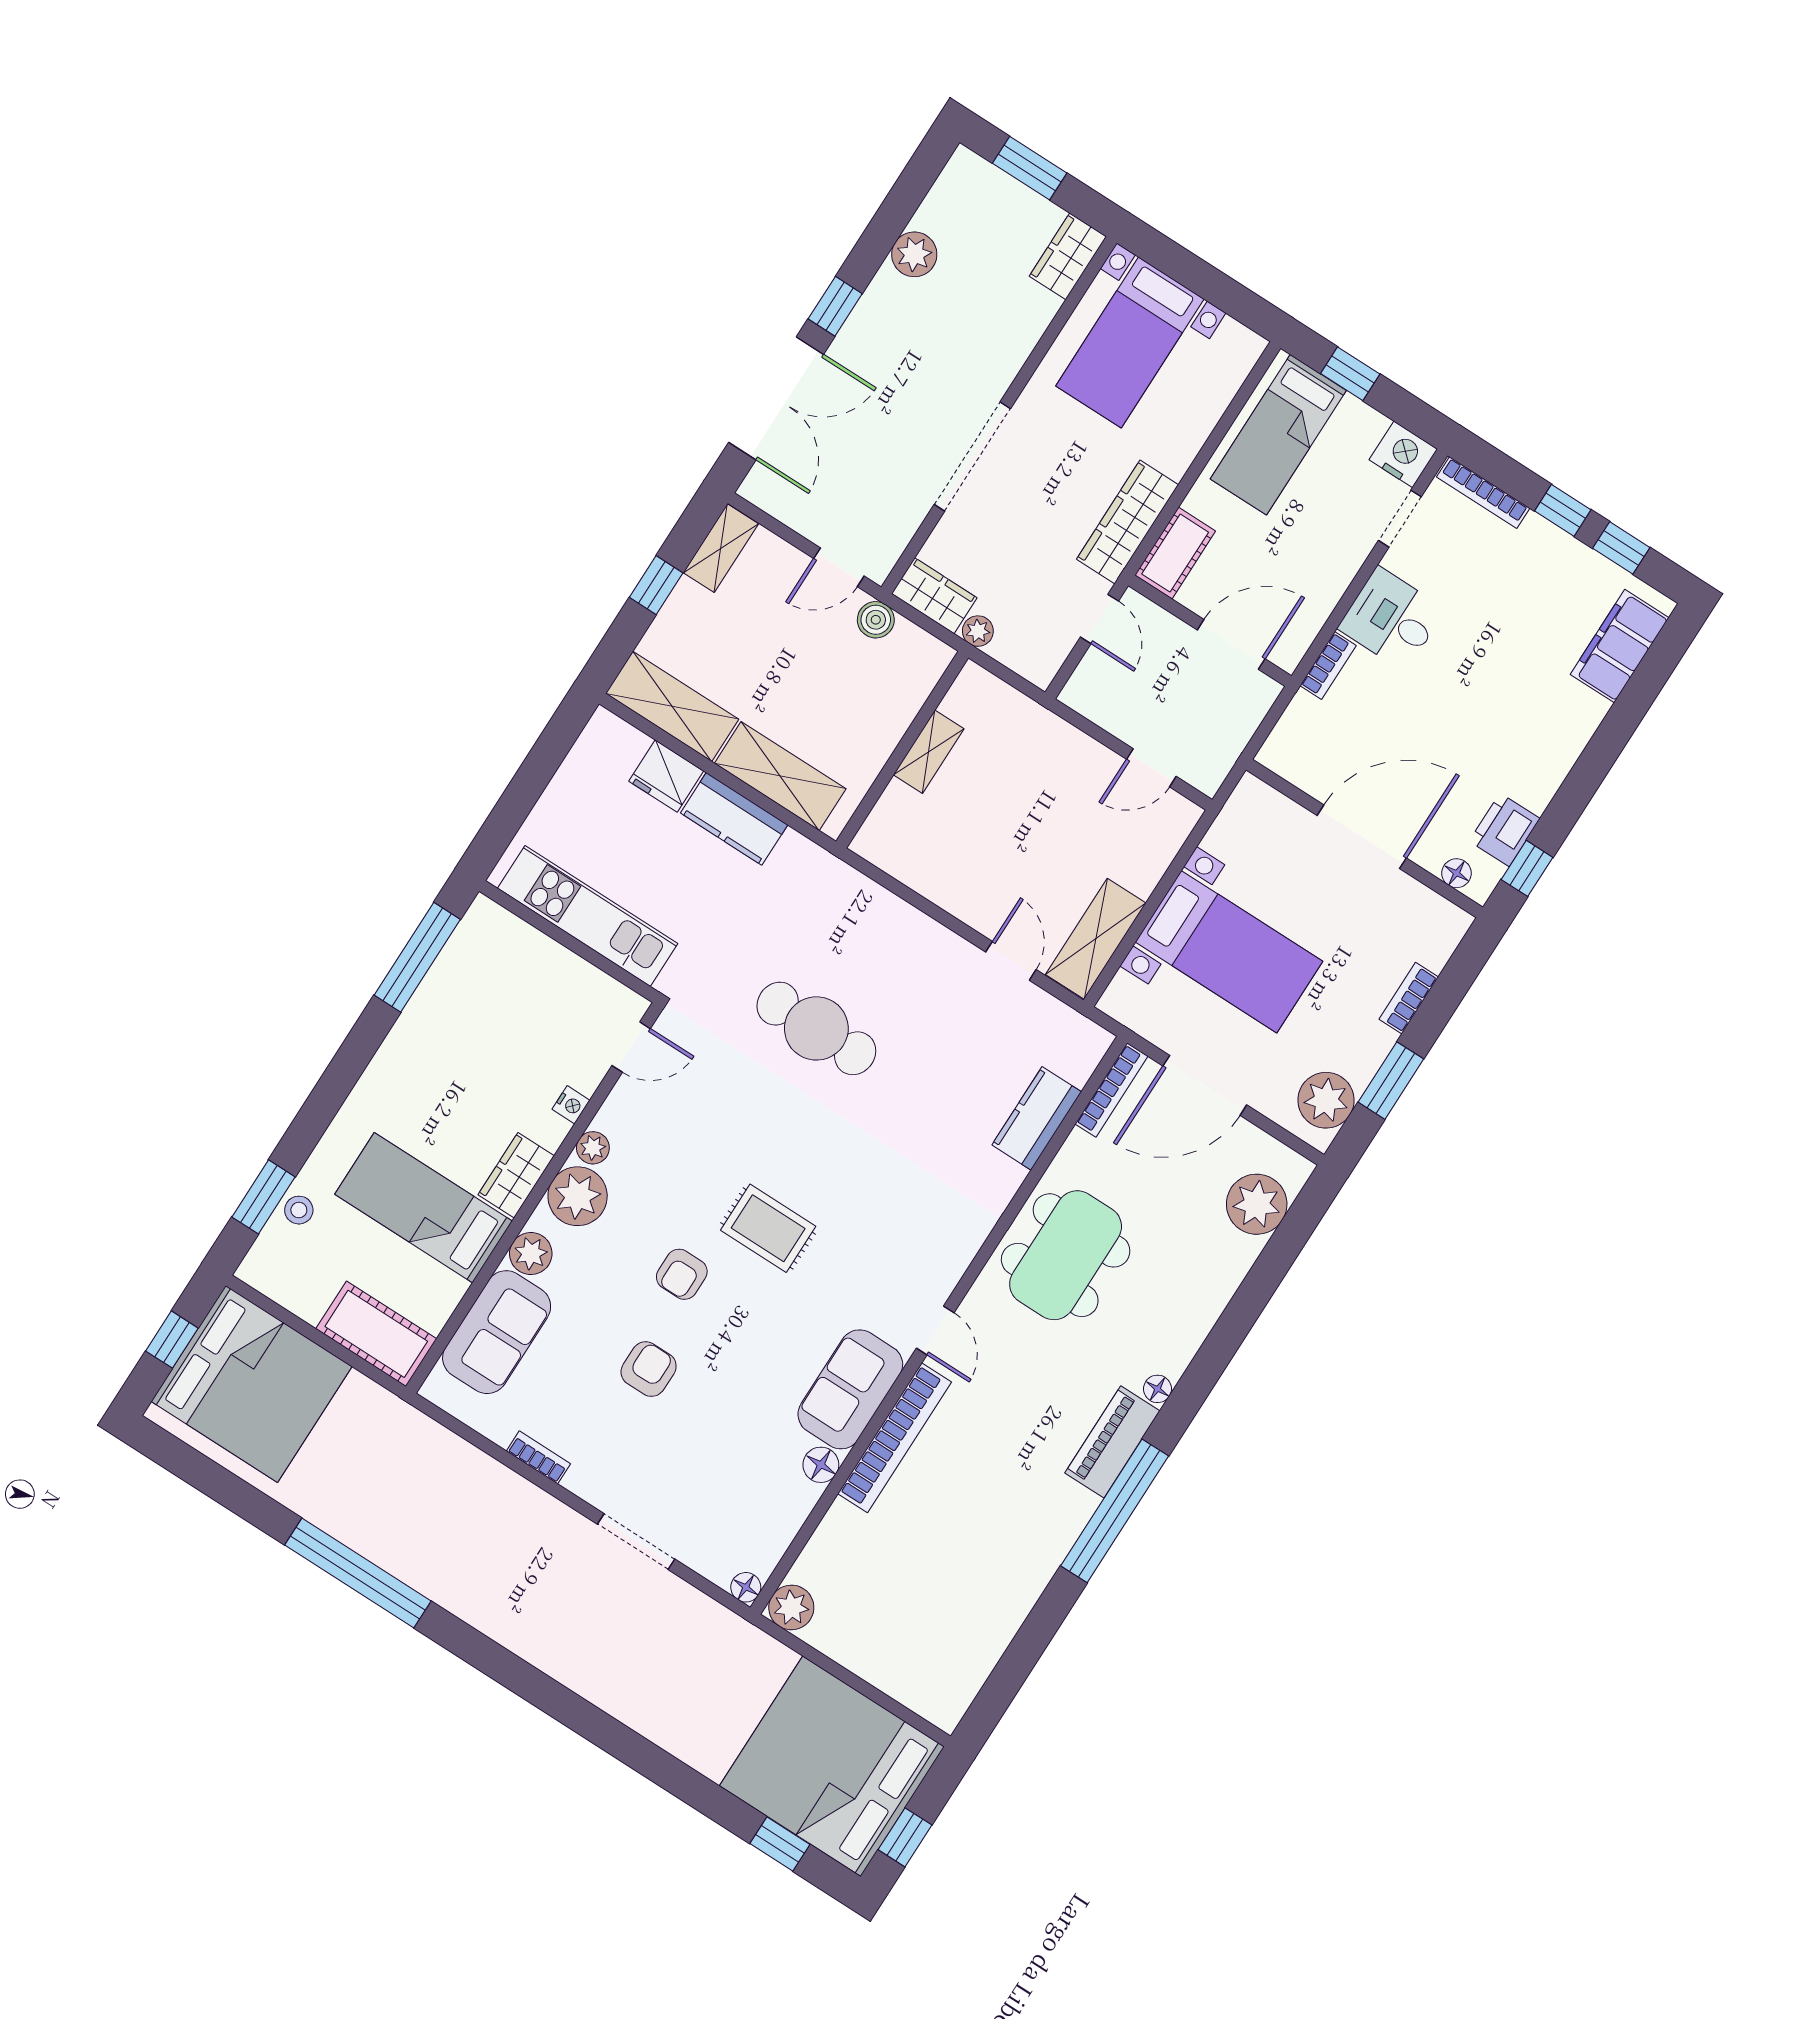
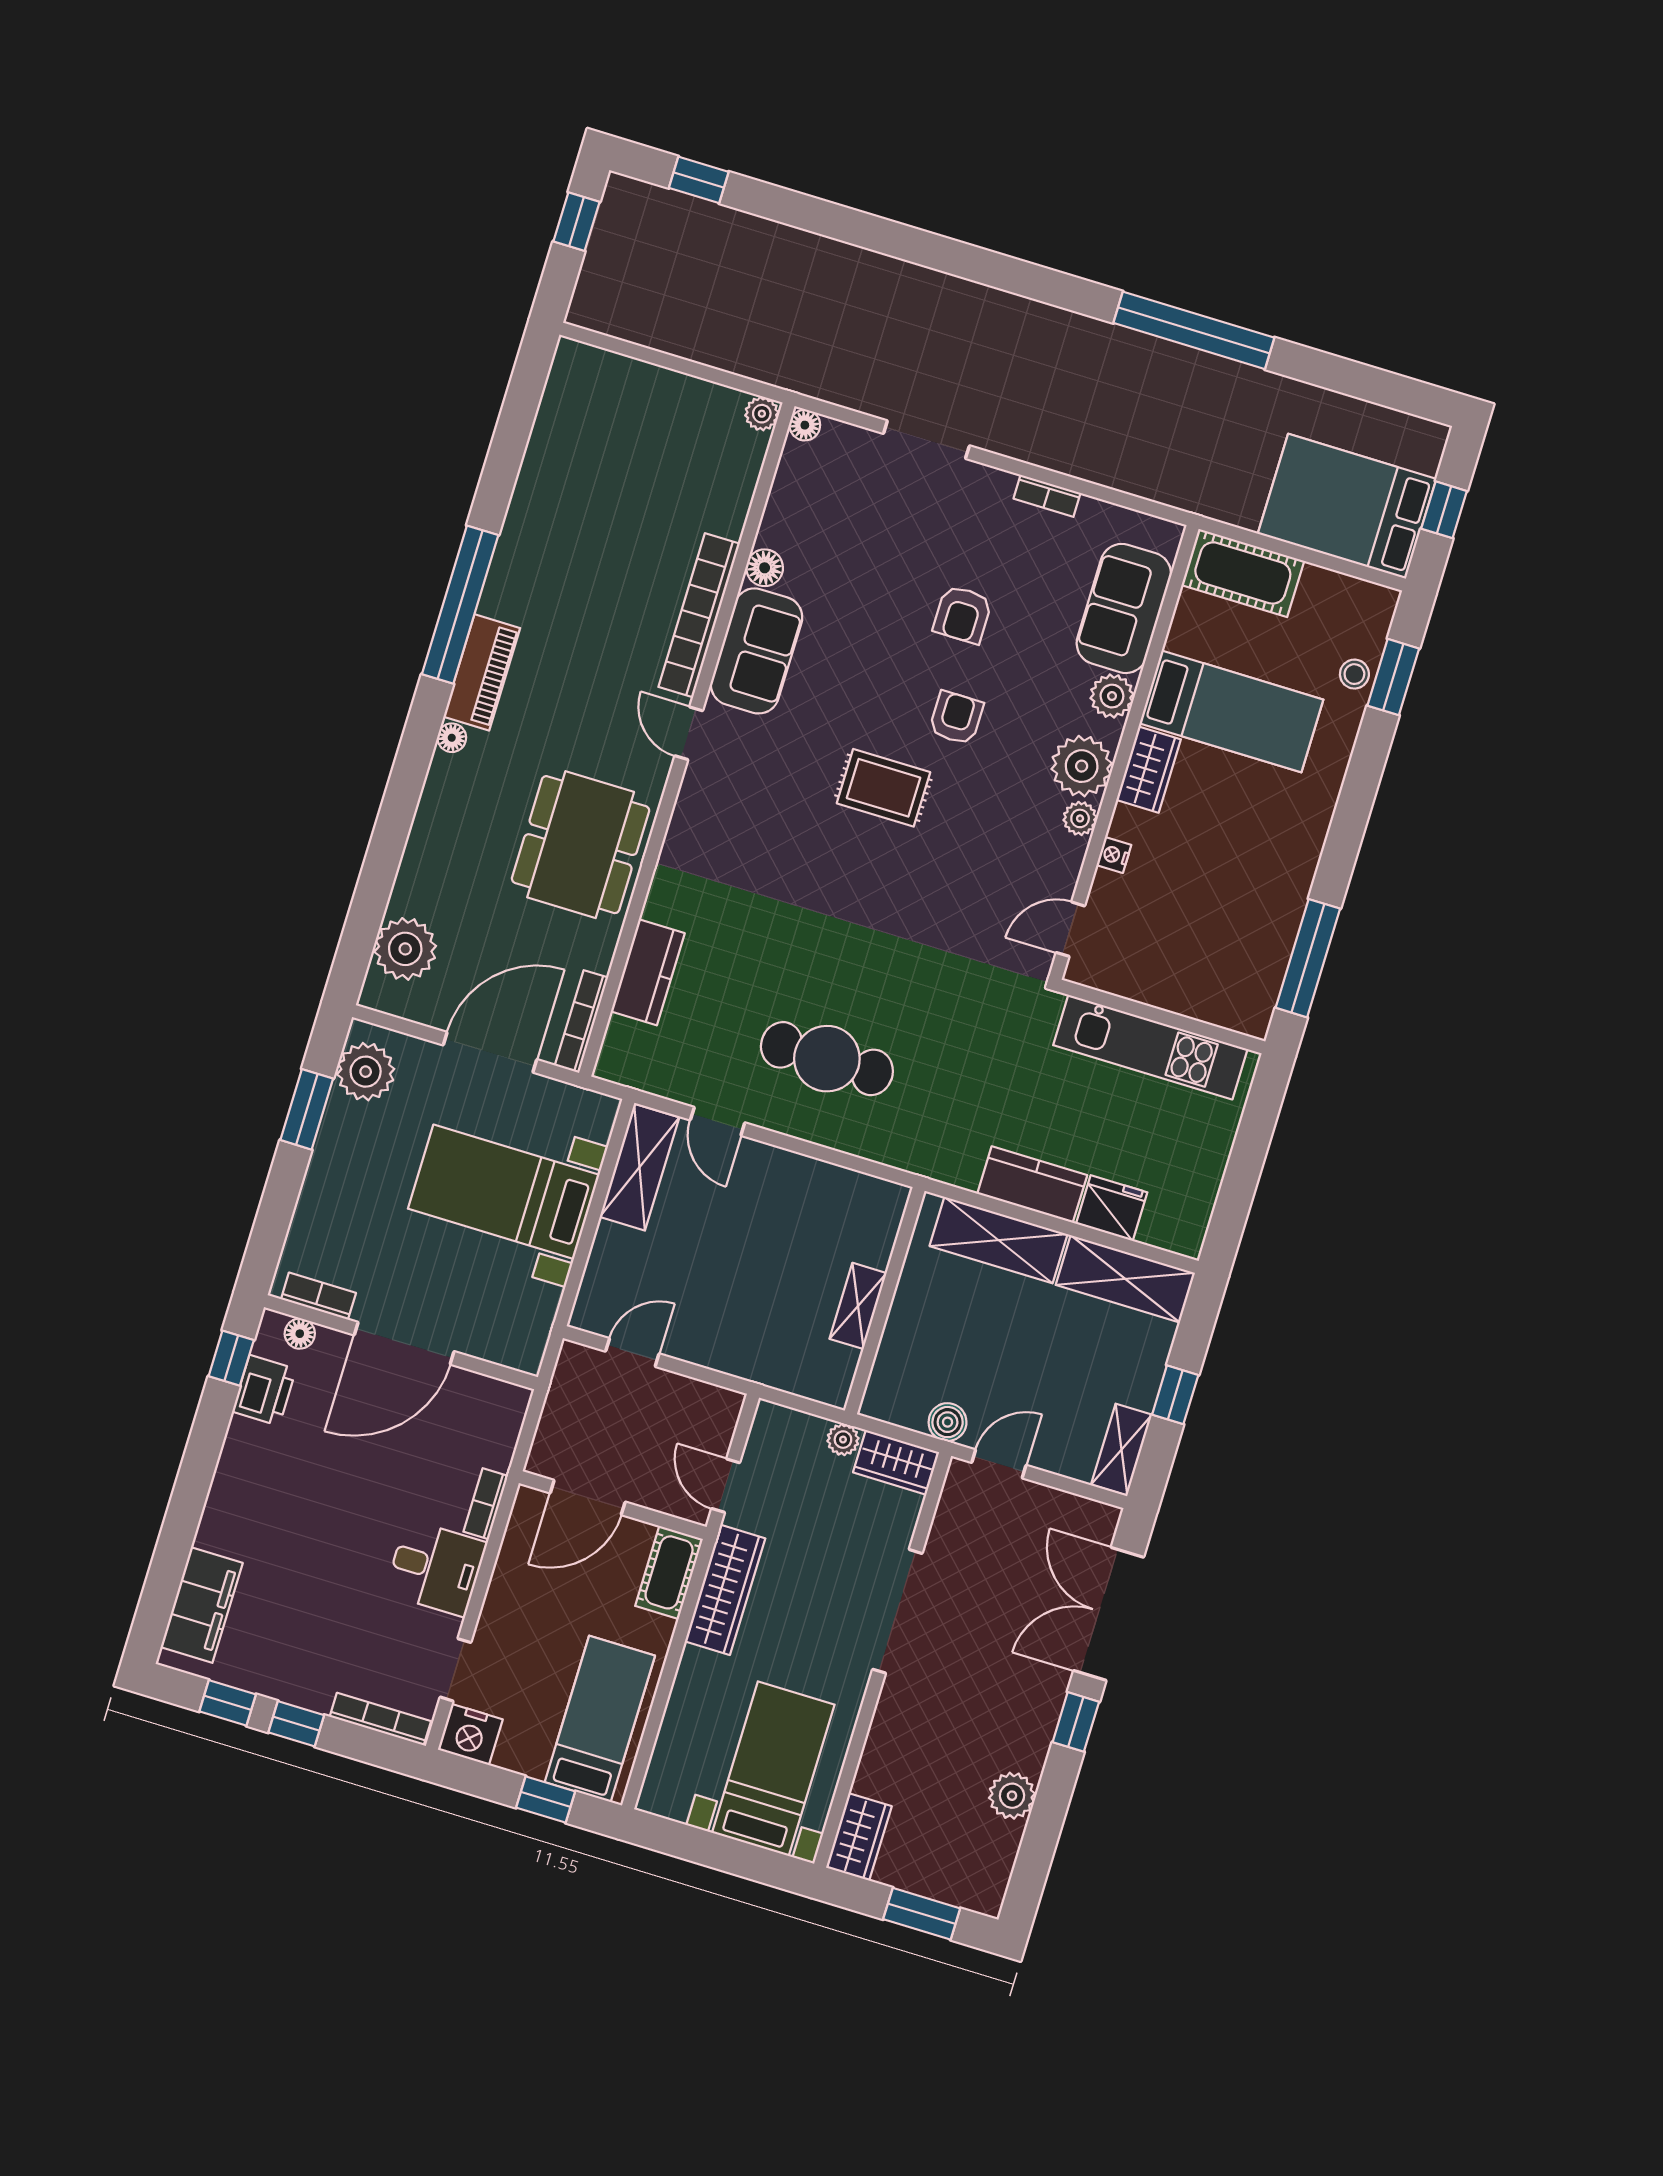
bookcase: (1409, 998) -> (318, 1296), moved, turned -90
cafe table: (816, 1028) -> (827, 1059), moved
bed: (252, 1384) -> (1347, 506), width x0.73
plant: (791, 1607) -> (762, 414), width x0.73, depth x0.73
bed: (832, 1766) -> (669, 272), removed

